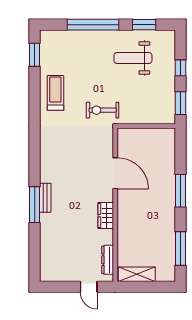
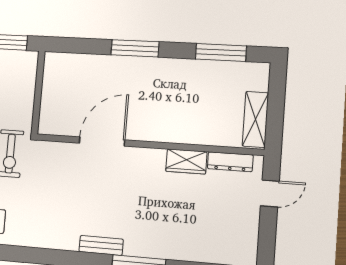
bench: (45, 198) -> (101, 245), moved
wardrobe: (106, 216) -> (186, 162), moved

